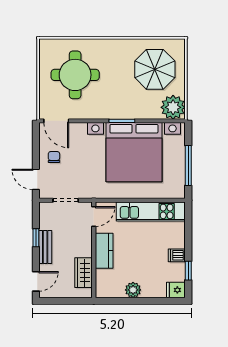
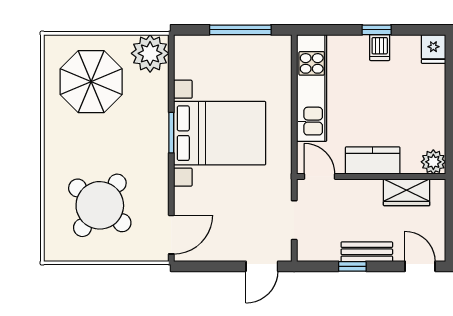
round table: (75, 75) -> (100, 205), turned 38
bed with nightstands: (134, 152) -> (220, 133), width x0.73
chair: (54, 157) -> (227, 238), removed
window: (188, 271) -> (377, 30), moved
plant: (133, 290) -> (433, 162), moved

